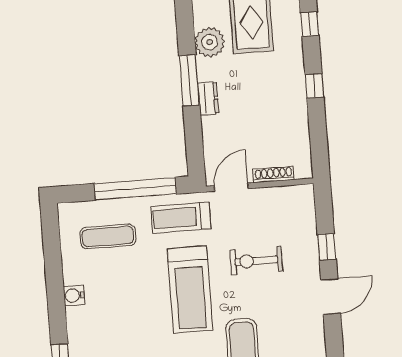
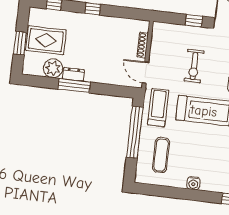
dresser: (208, 98) -> (73, 74), moved
treadmill: (181, 218) -> (158, 108), turned 180

